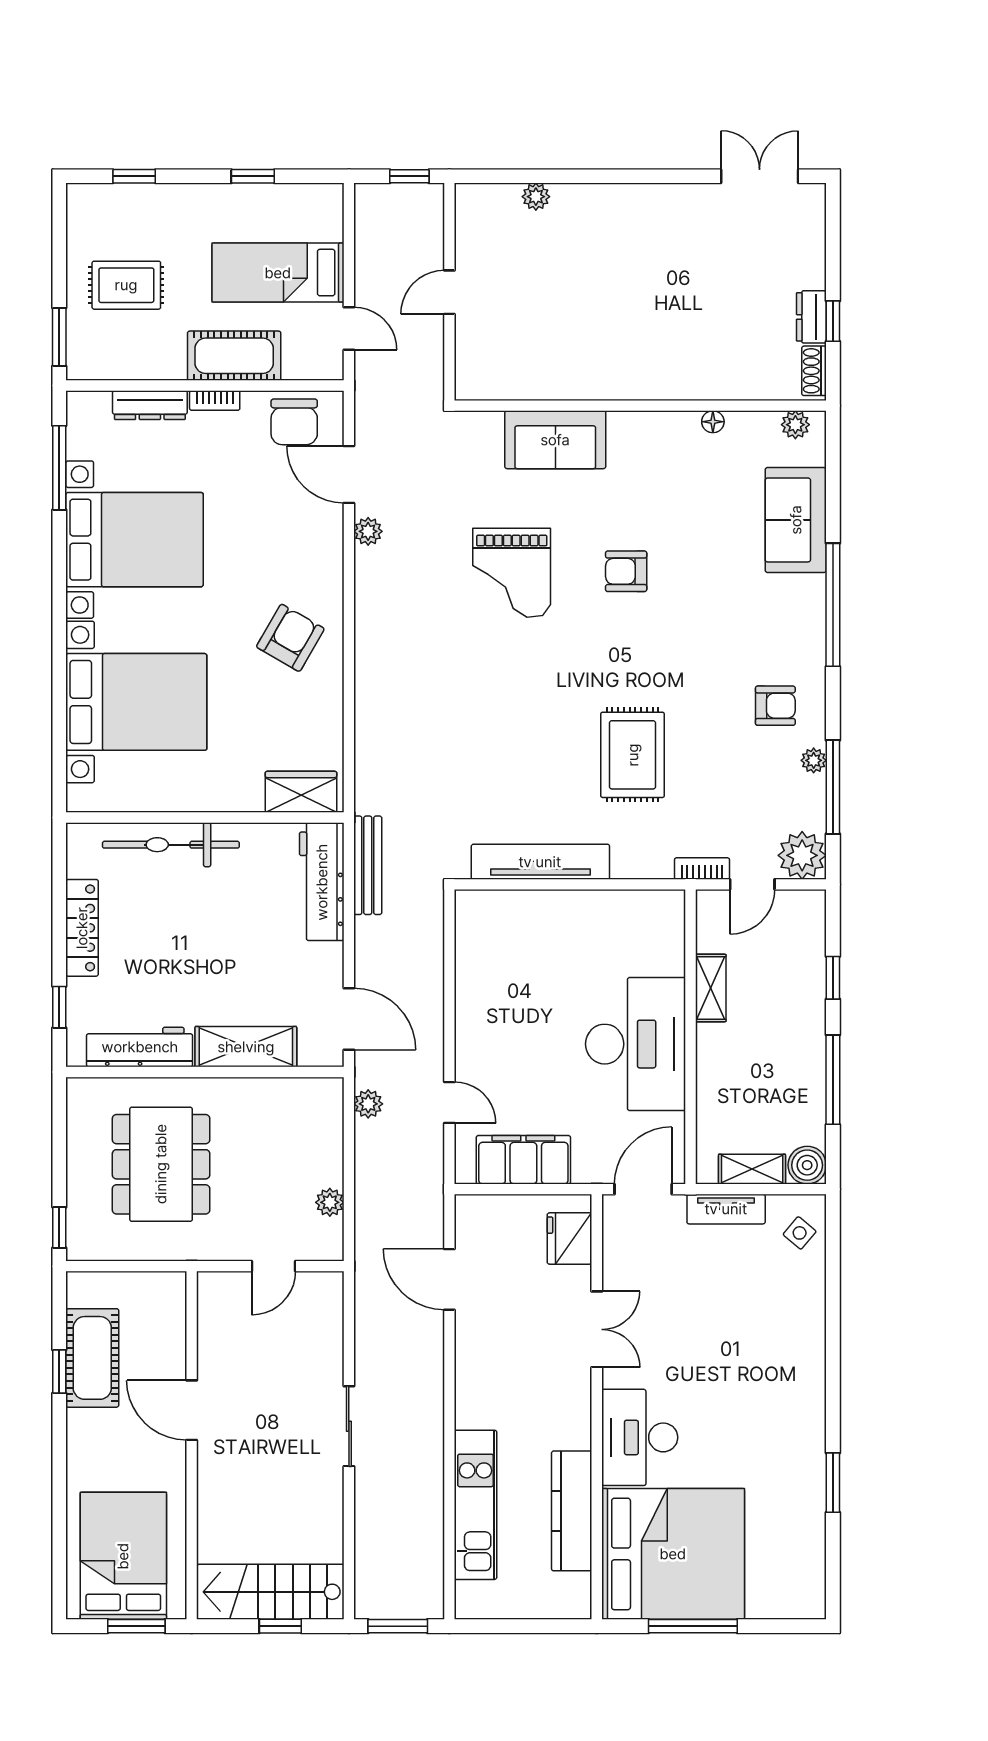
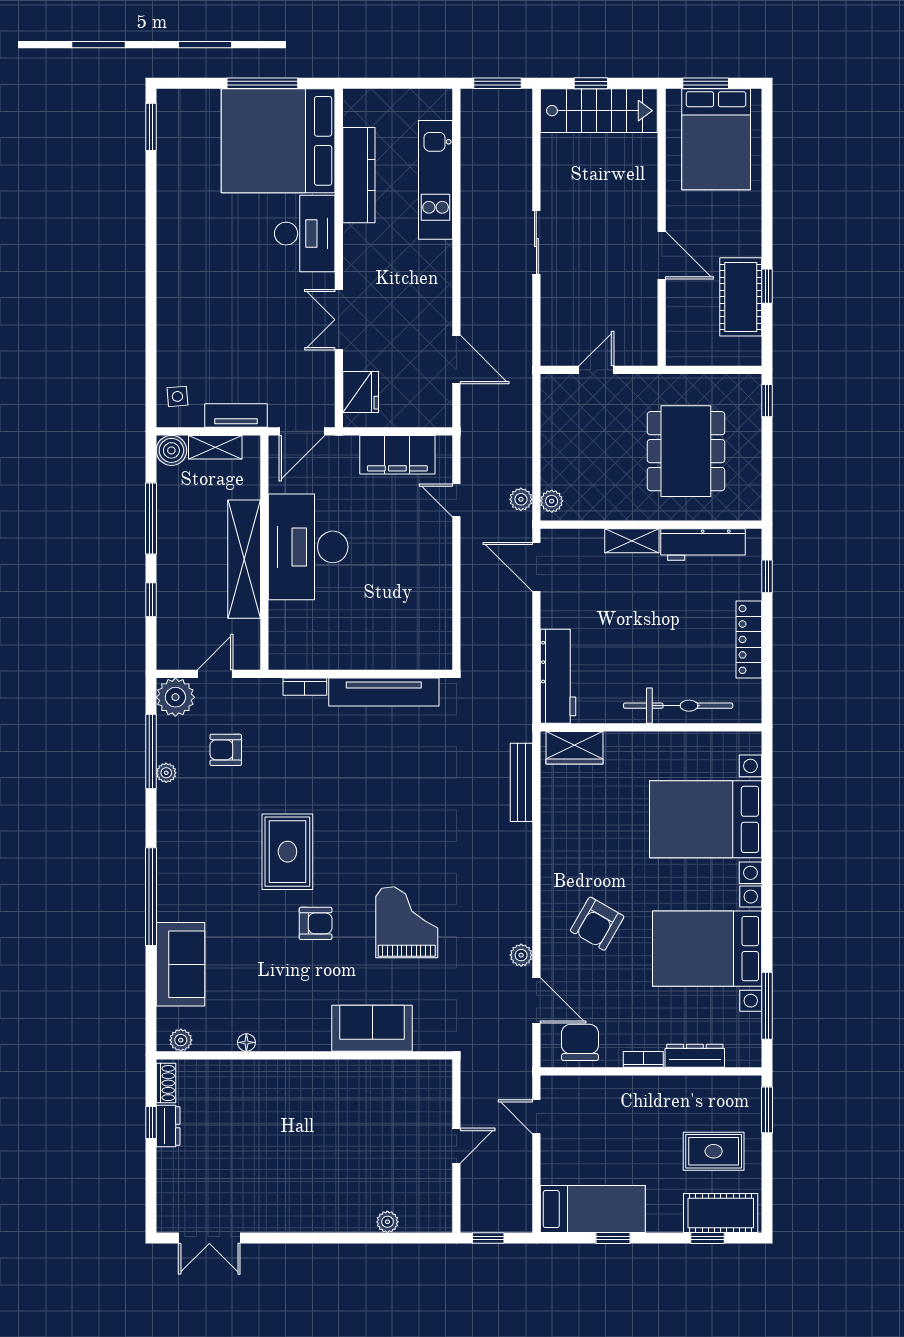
bed: (278, 273) -> (593, 1209), moved
cot: (234, 356) -> (721, 1213), moved
armchair: (290, 638) -> (597, 924), moved
armchair: (775, 706) -> (226, 750), moved
rug: (633, 755) -> (287, 852), moved
bench: (368, 865) -> (521, 782), moved
bookcase: (702, 869) -> (305, 687), moved
shelving: (711, 988) -> (244, 559), width x2.20, depth x1.33
shelving: (246, 1047) -> (632, 541), width x0.67, depth x0.75
plant: (330, 1202) -> (552, 501), moved
side table: (800, 1233) -> (177, 396), turned 45
window: (833, 1483) -> (151, 127), moved

